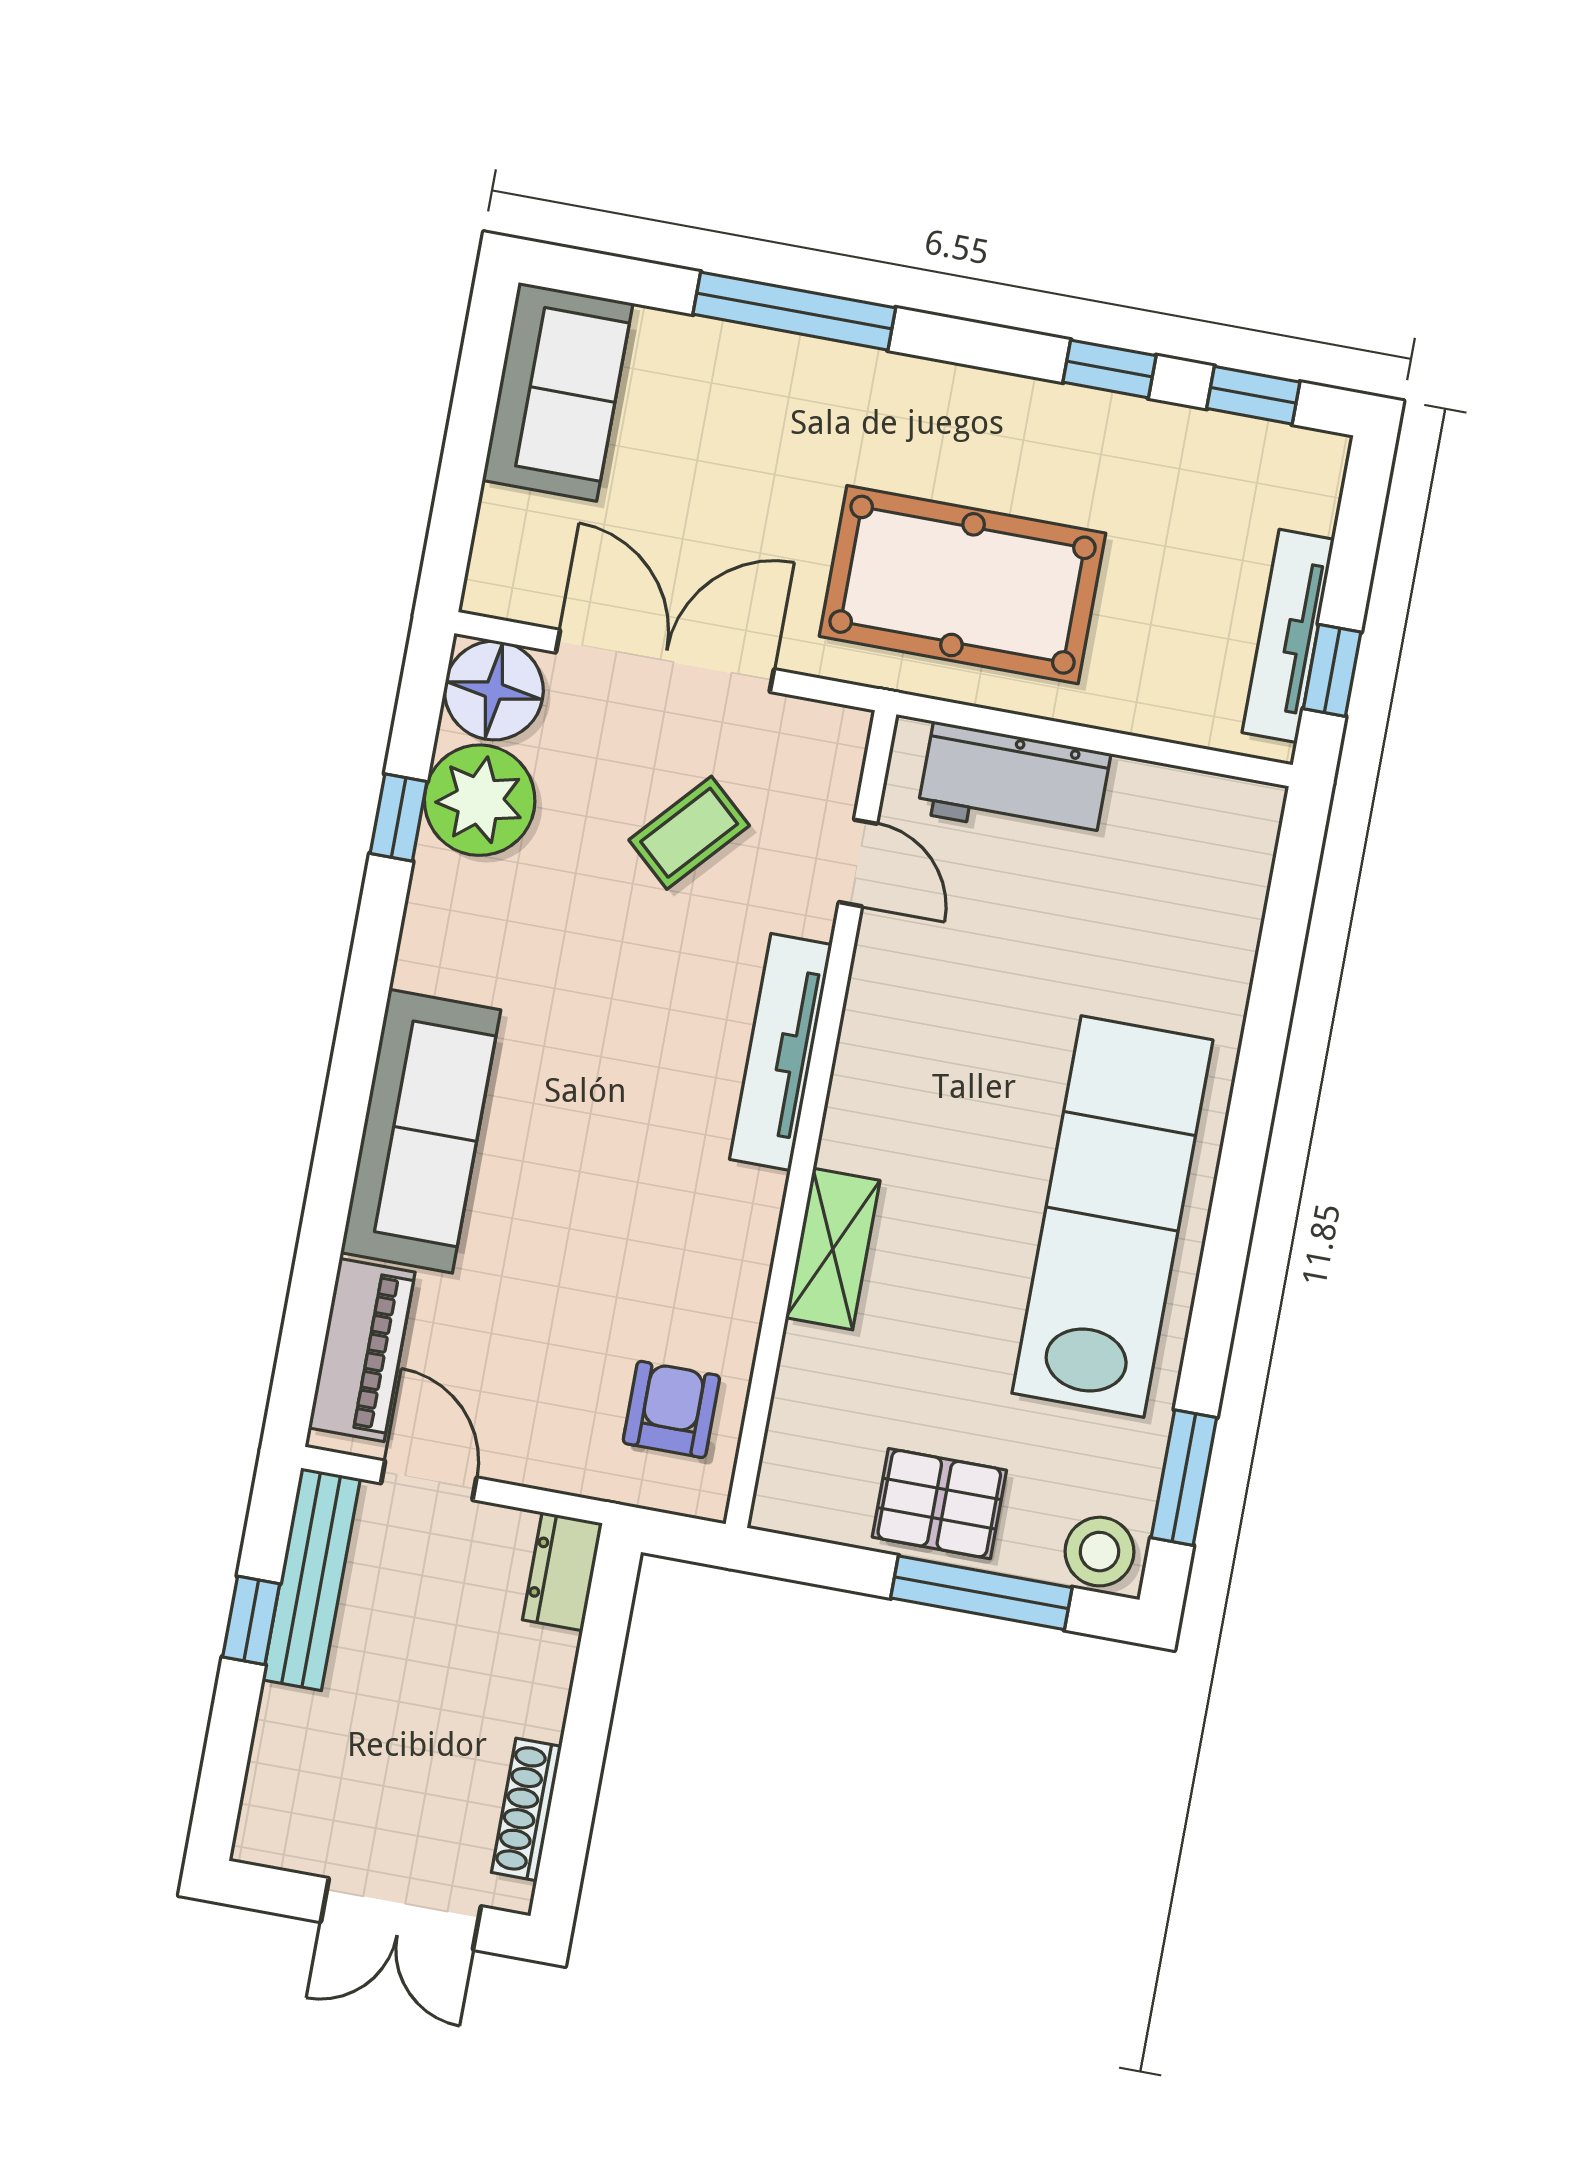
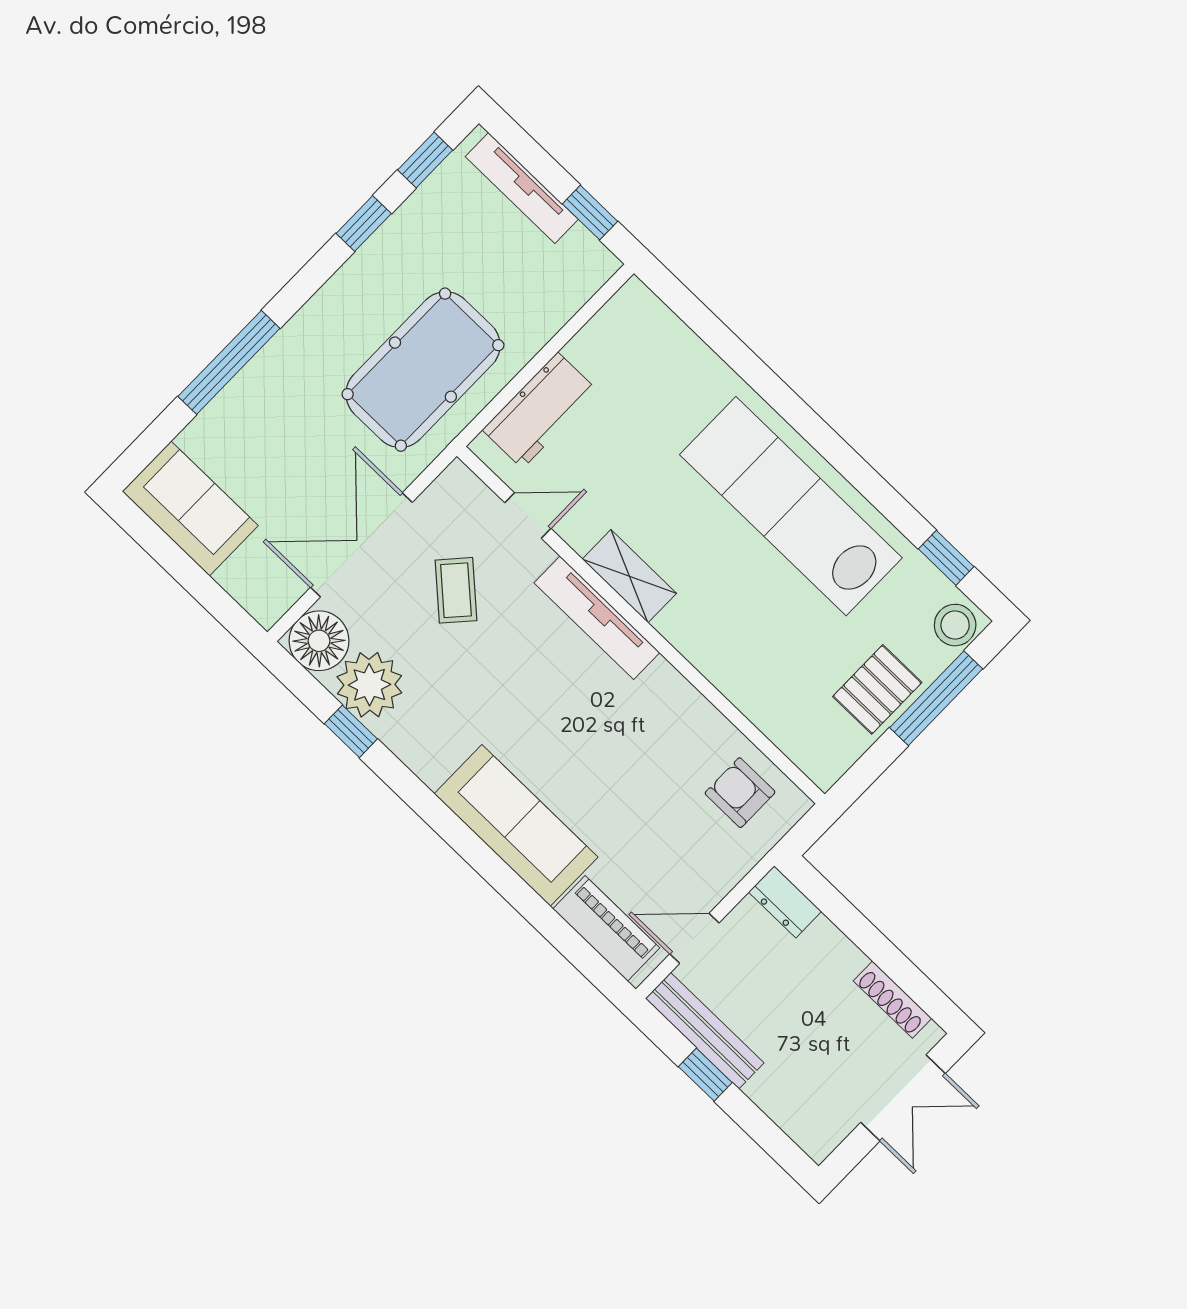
tv unit: (1288, 636) -> (522, 188), moved
shelving: (833, 1249) -> (629, 576), moved
window: (1184, 1478) -> (946, 558), width x0.67

